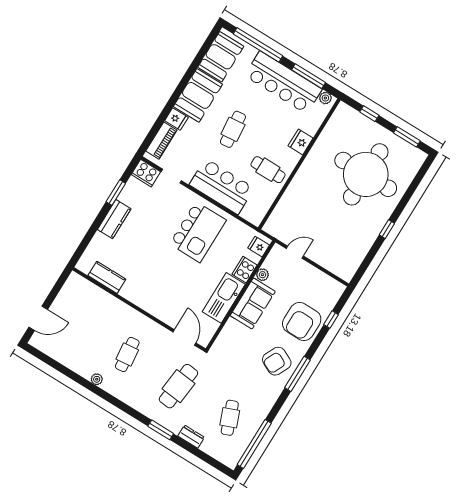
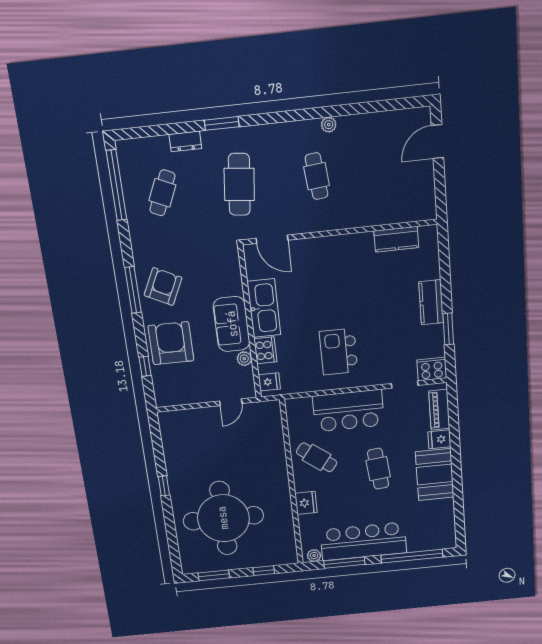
booth: (221, 57) -> (439, 522), removed
cafe table: (268, 170) -> (317, 457), turned 37
kitchen island: (198, 232) -> (339, 352), width x0.73, depth x0.78
cafe table: (230, 418) -> (162, 193), turned 45

